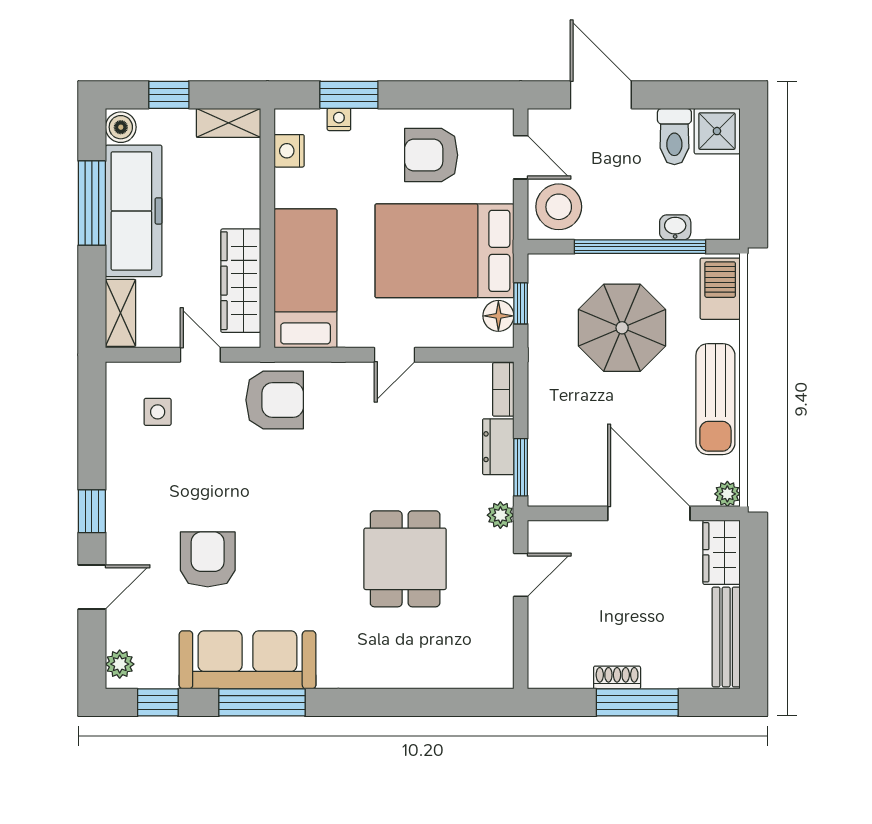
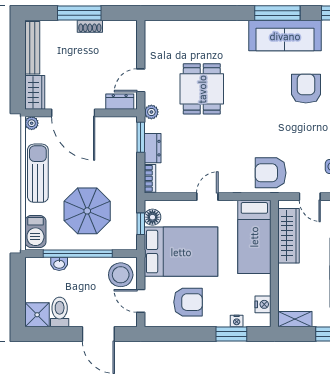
dresser: (561, 535) -> (120, 102), added
armchair: (208, 559) -> (306, 89), turned 180

